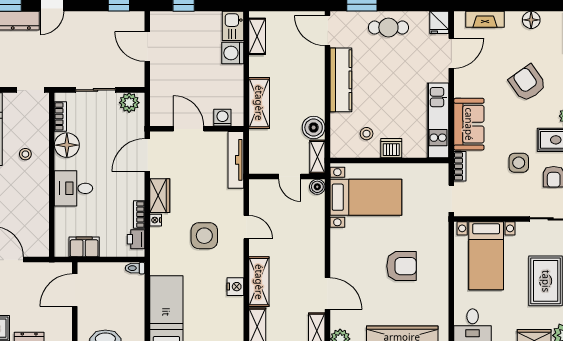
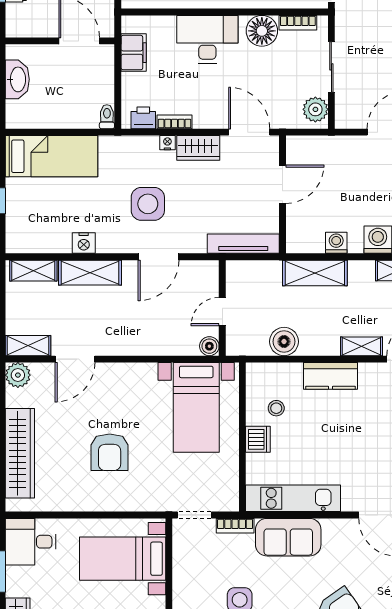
kitchen counter: (341, 80) -> (330, 376), width x0.67
washing machine: (222, 118) -> (336, 243), moved, turned -90
shelving: (317, 157) -> (361, 346), moved
desk: (74, 188) -> (207, 39), width x1.37
door: (246, 227) -> (158, 257), width x1.38

